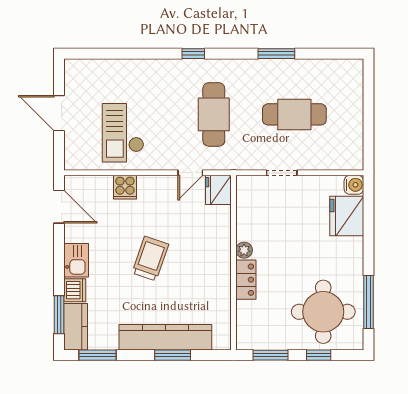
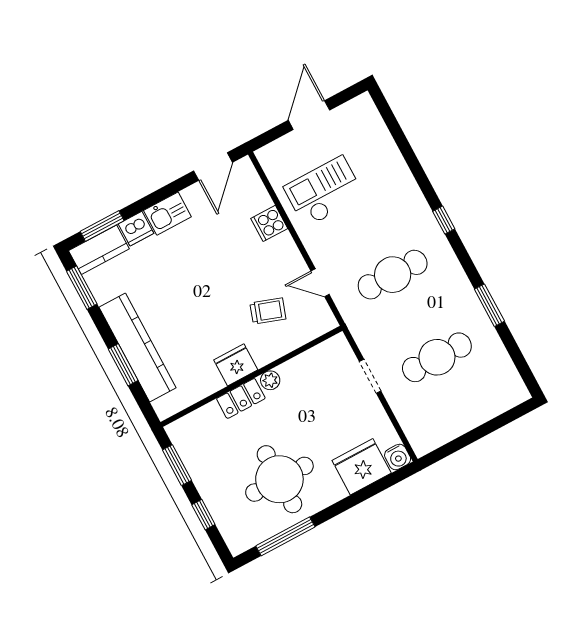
cafe table: (294, 114) -> (437, 357), turned 90
fridge: (218, 190) -> (236, 365), moved
trolley: (150, 259) -> (268, 311), moved, width x0.73, depth x0.72
round table: (323, 312) -> (279, 479), moved

